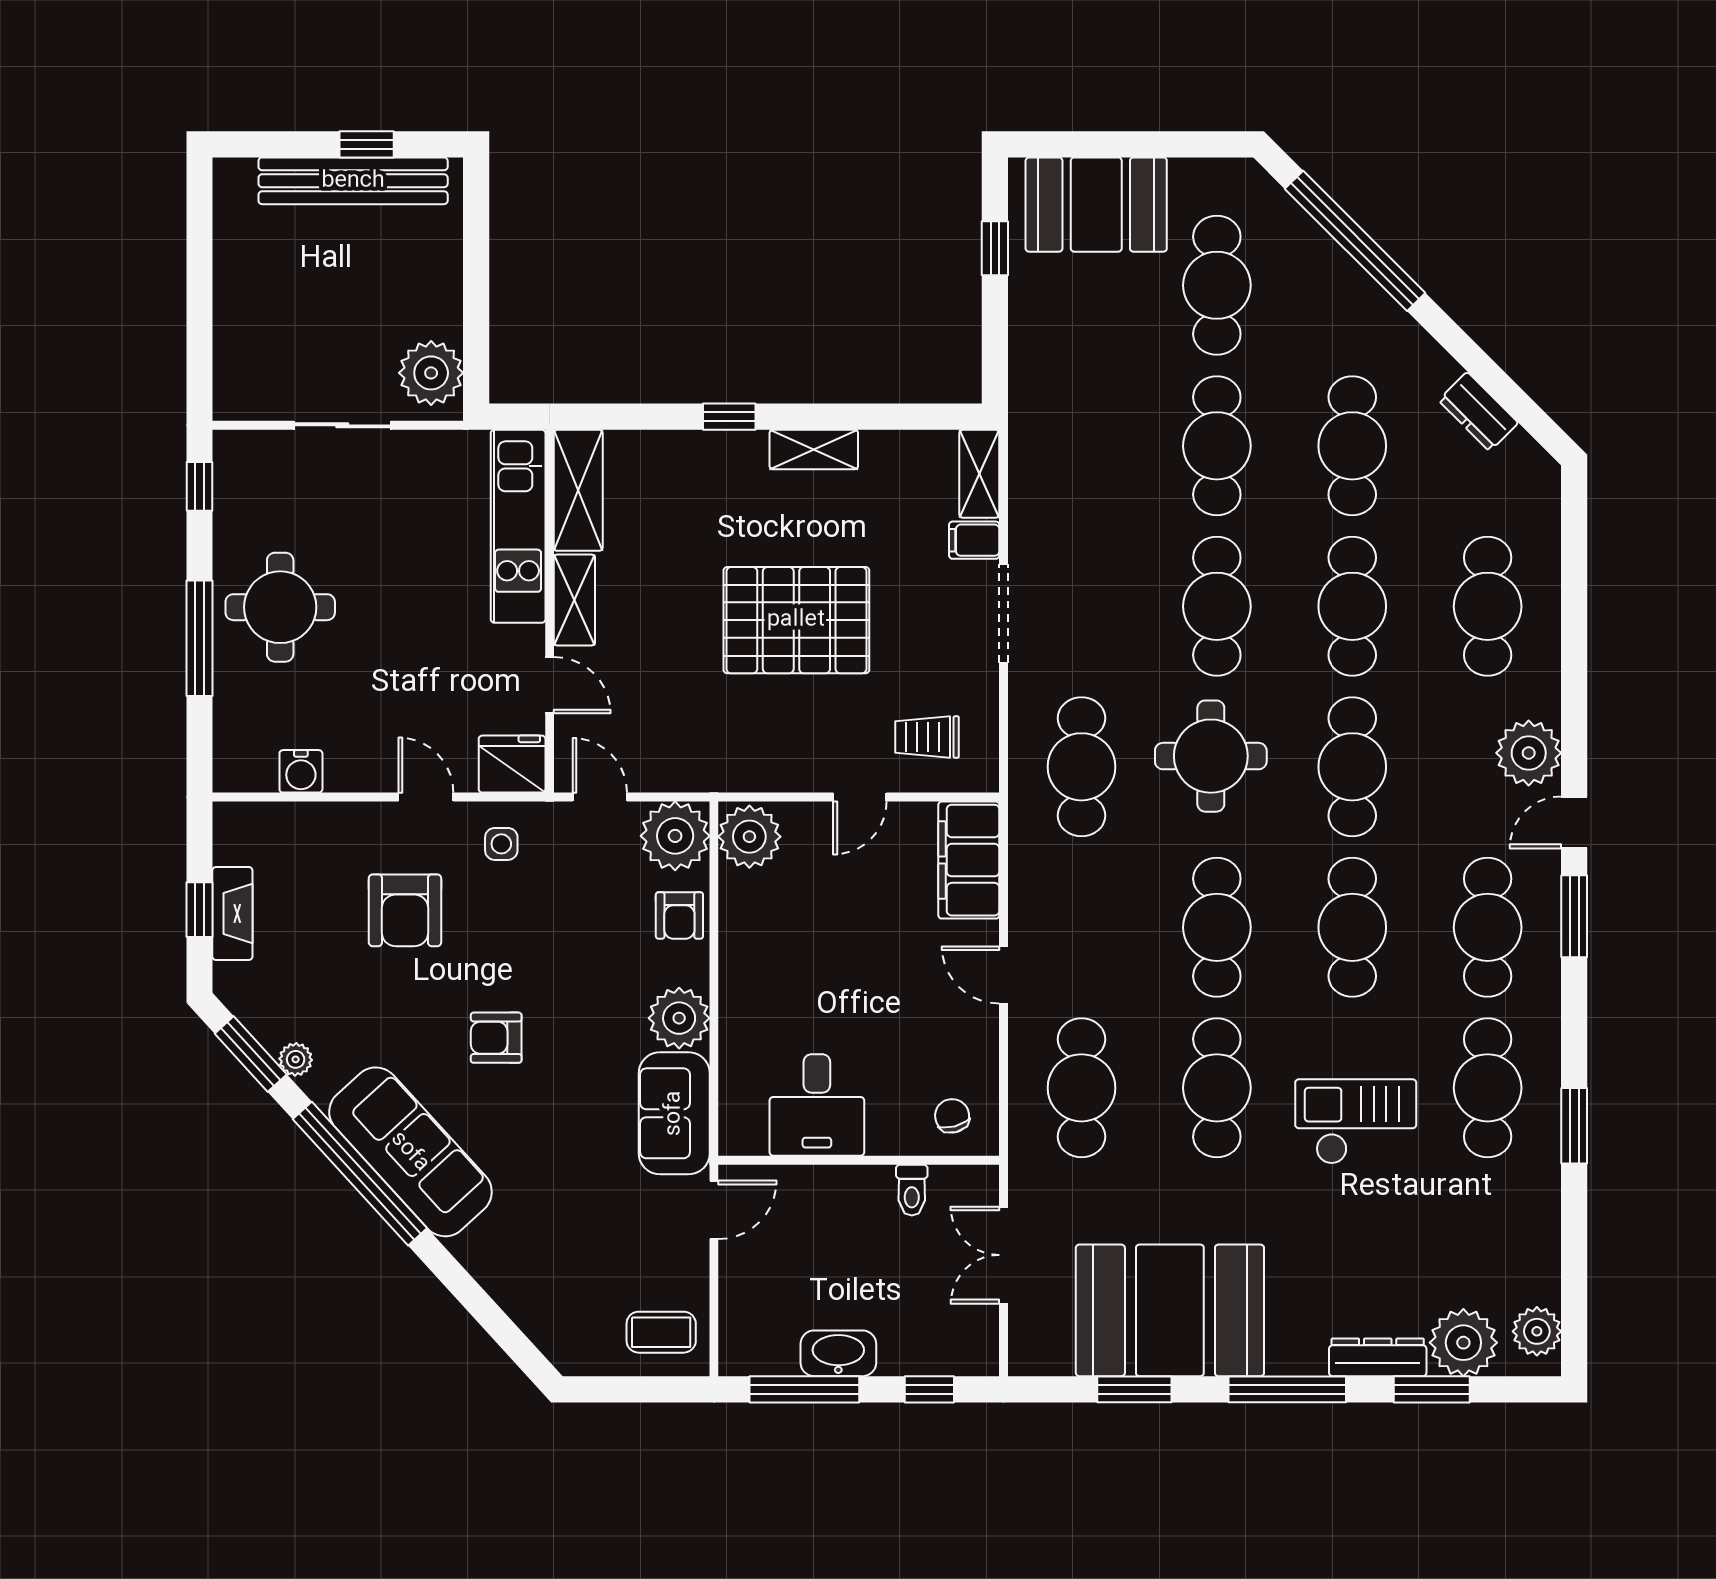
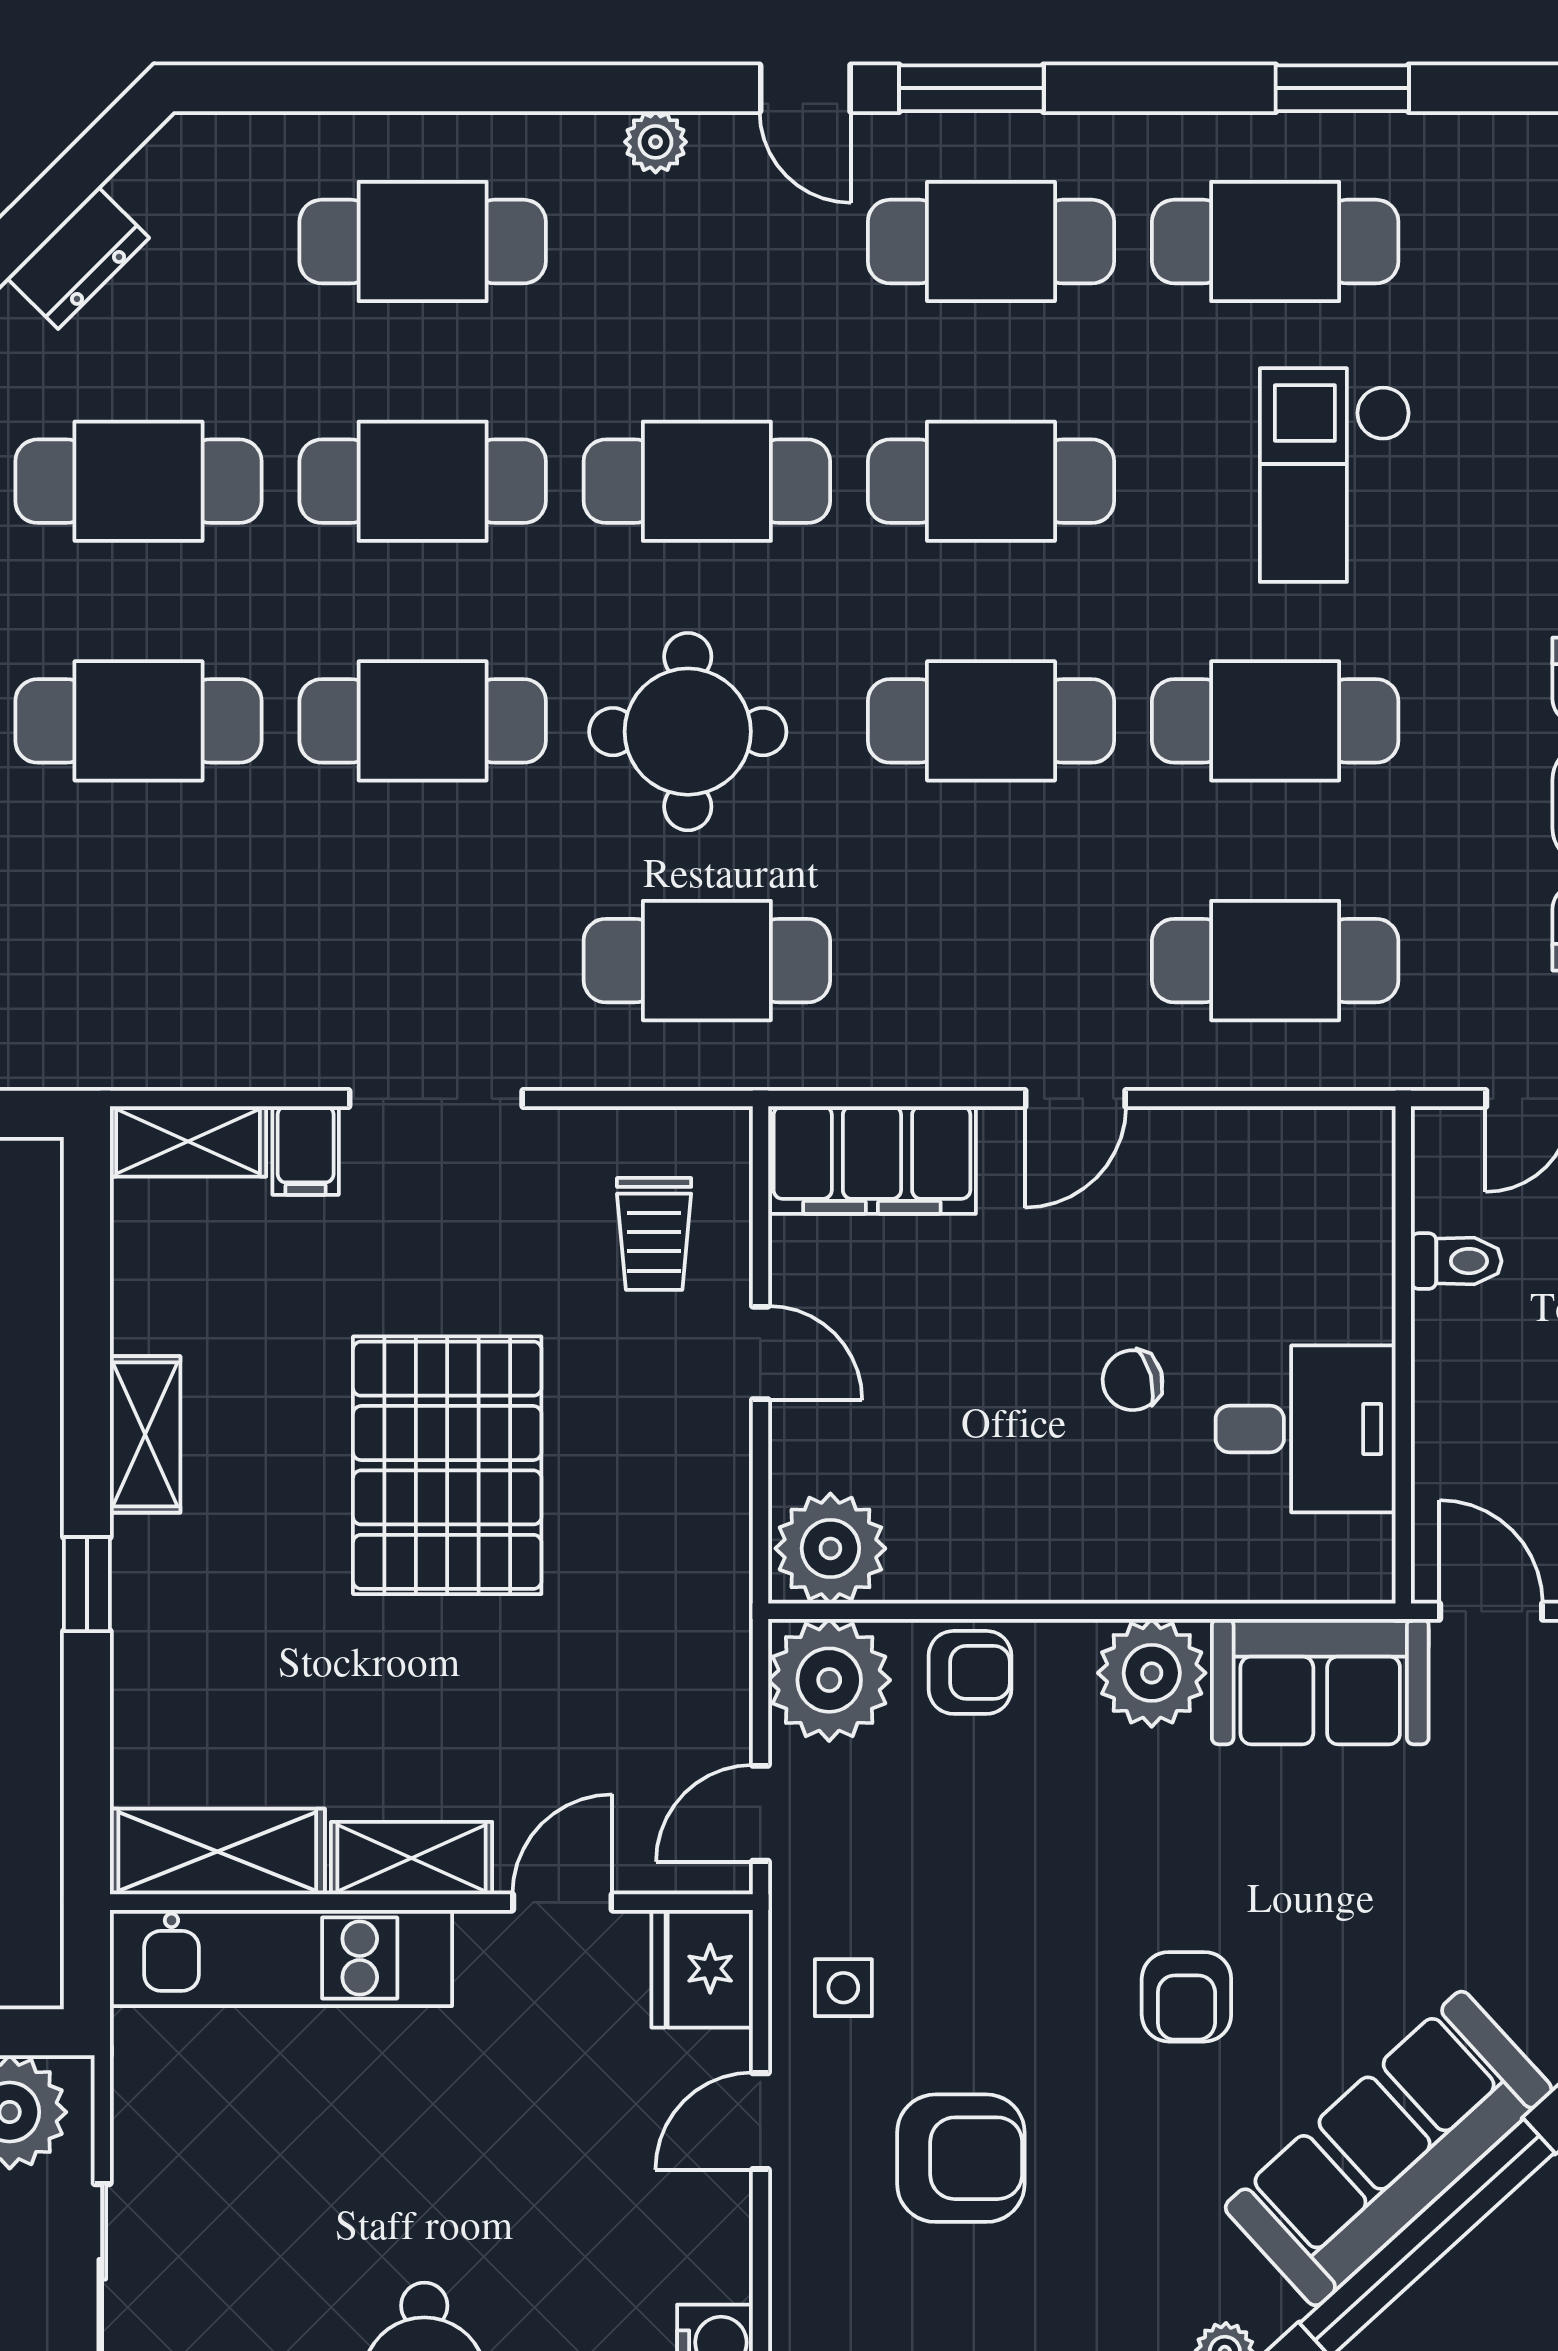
plant: (1529, 753) -> (656, 142), width x0.53, depth x0.53
chair: (952, 1116) -> (1133, 1380), moved

